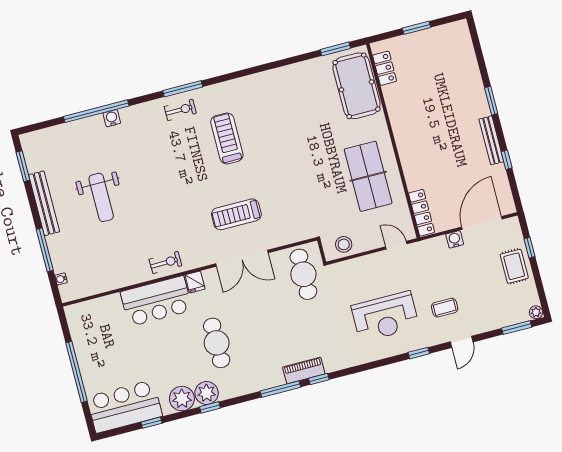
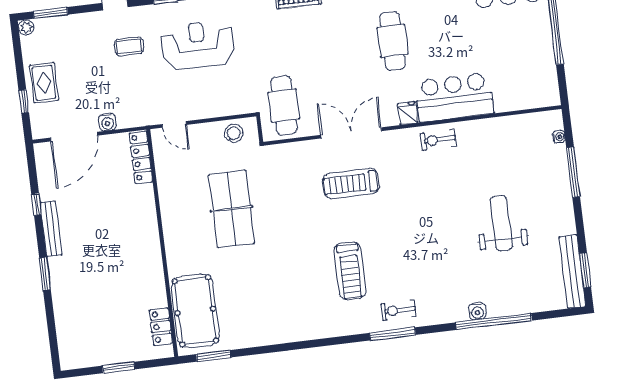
table tennis table: (368, 176) -> (232, 209), moved
bench: (44, 203) -> (572, 272), moved
treadmill: (236, 214) -> (351, 184), turned 180

